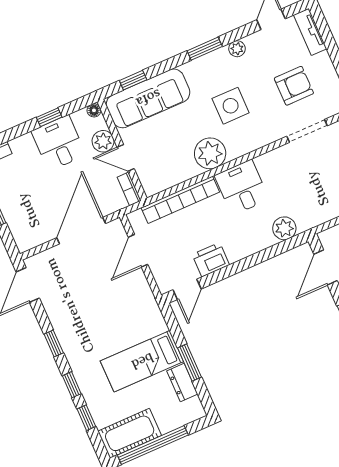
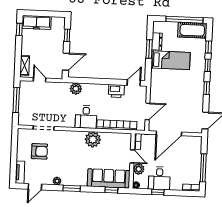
armchair: (294, 86) -> (39, 151), turned 180
side table: (231, 106) -> (73, 157), removed

